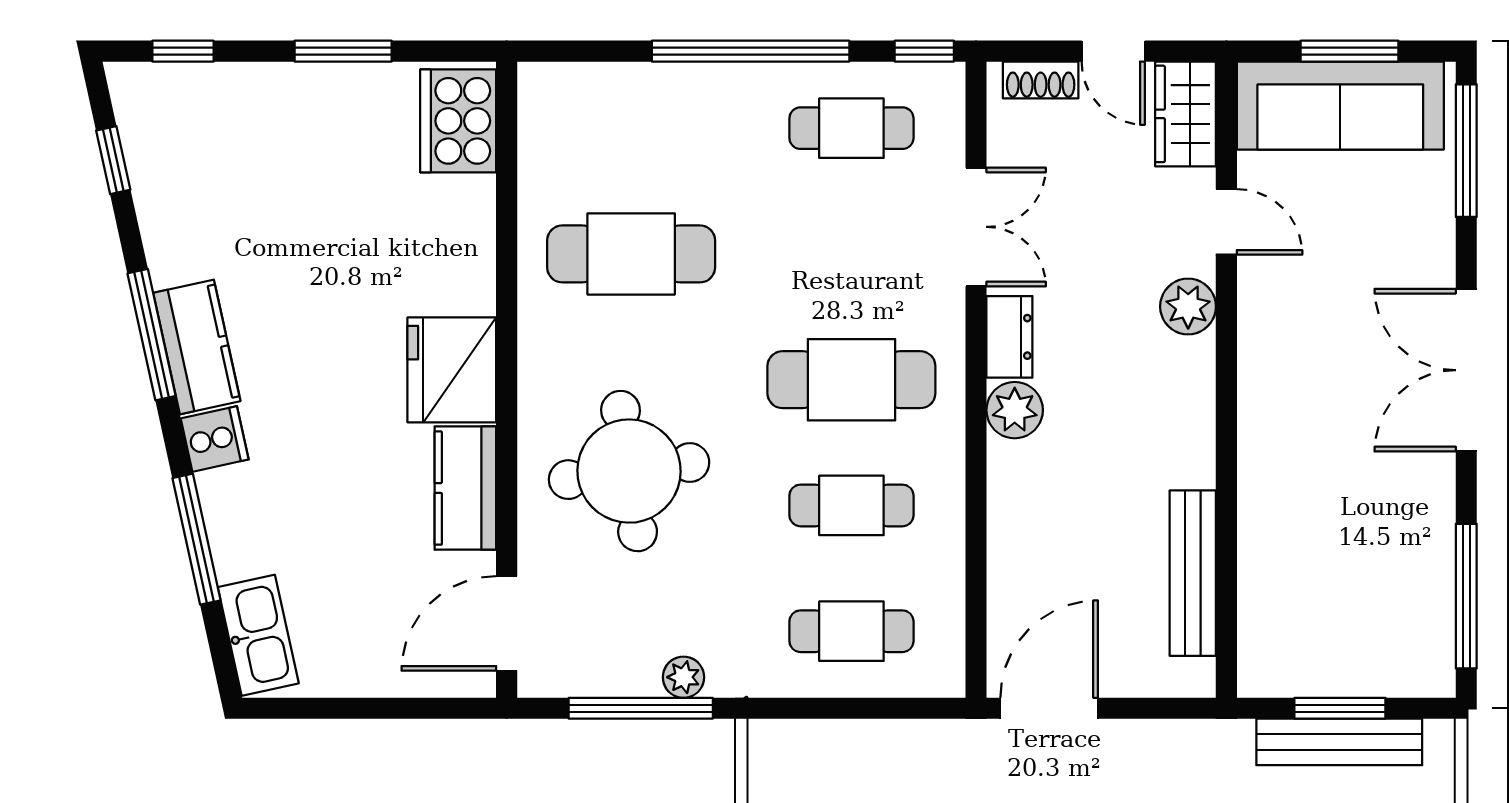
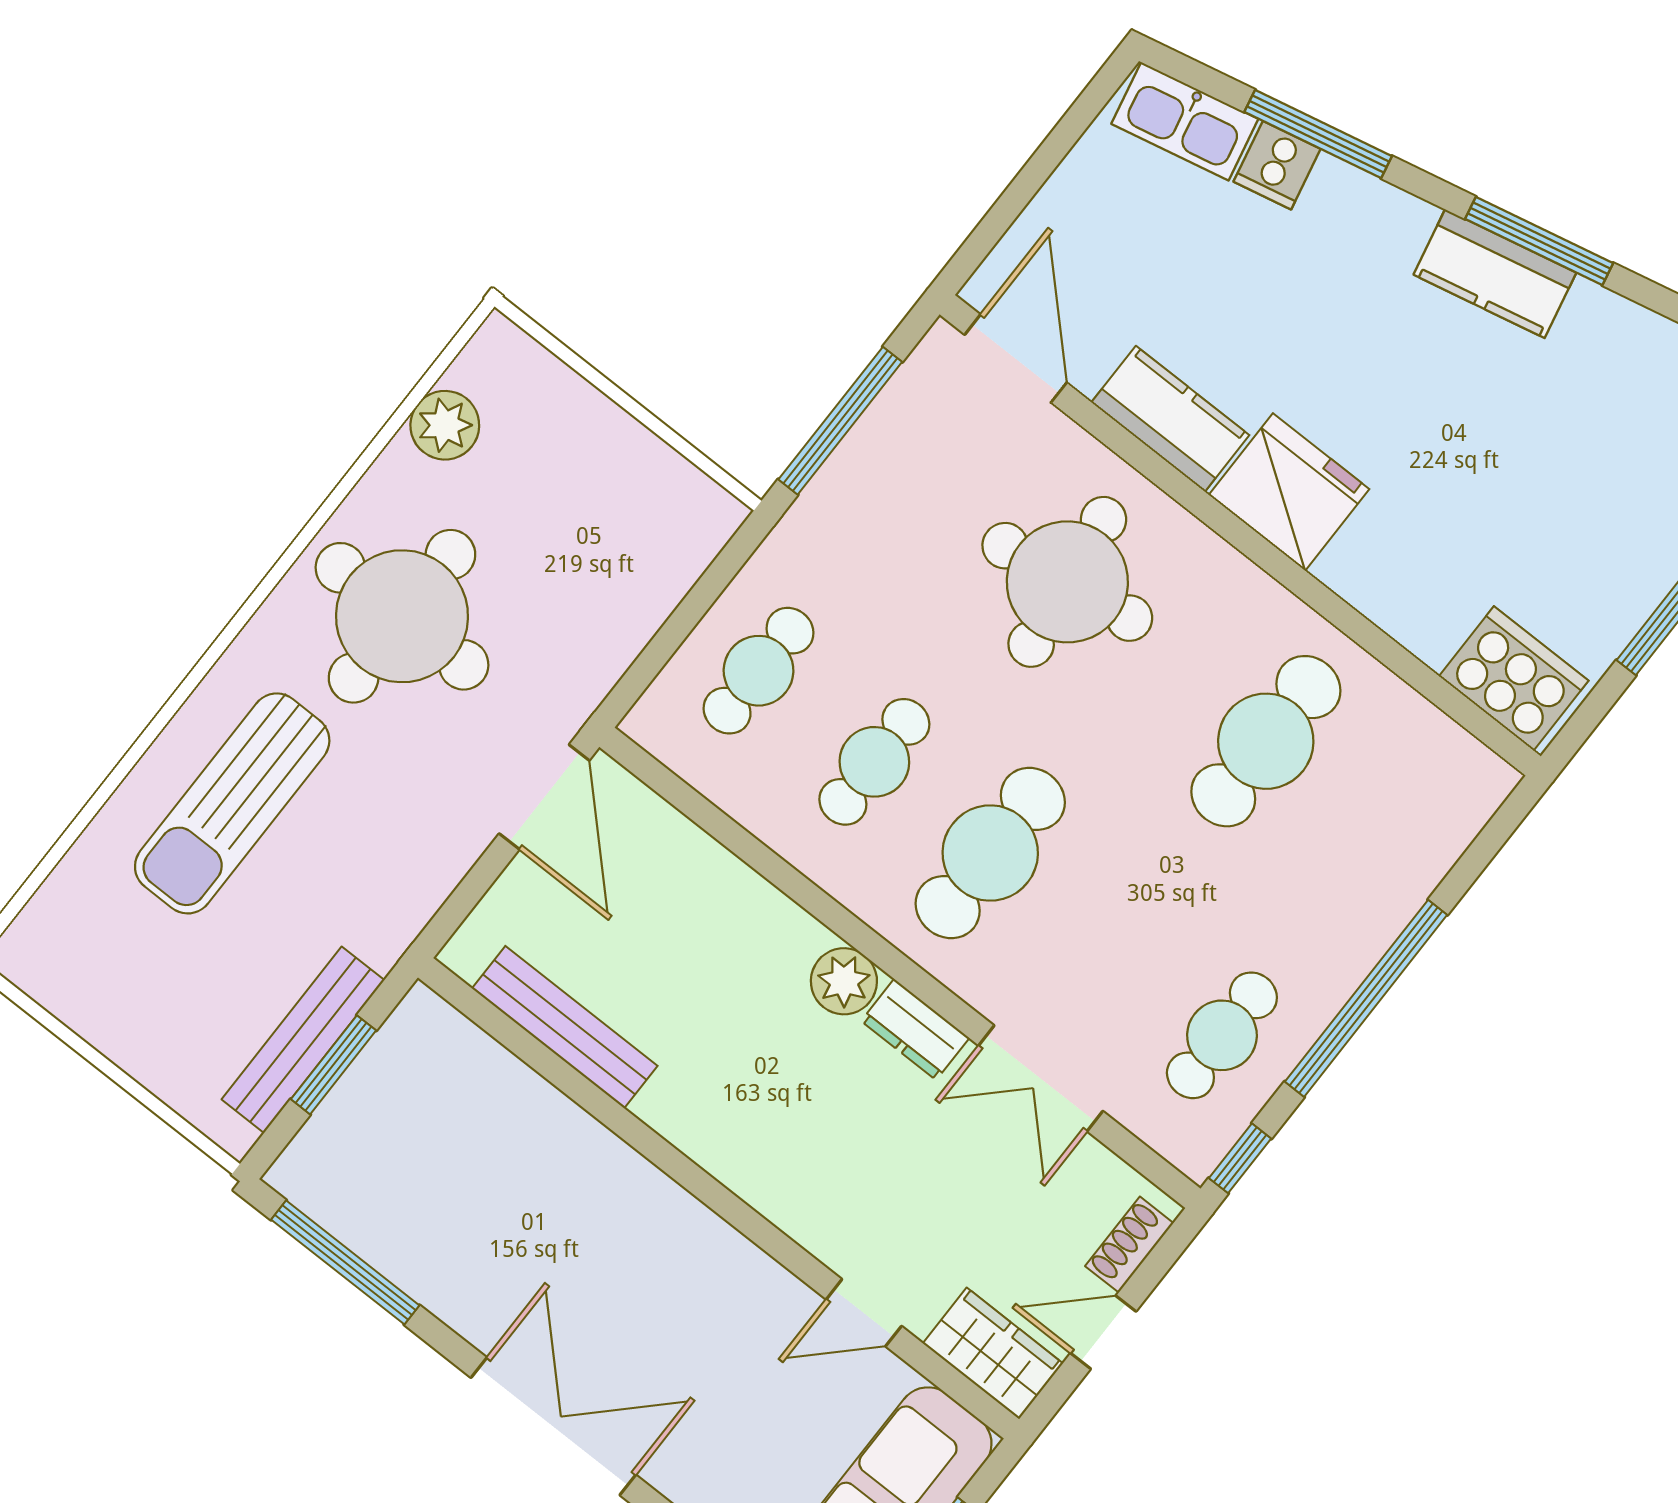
plant: (1188, 307) -> (814, 1216), removed
cooker: (215, 439) -> (1277, 165), moved
plant: (683, 677) -> (838, 483), removed

